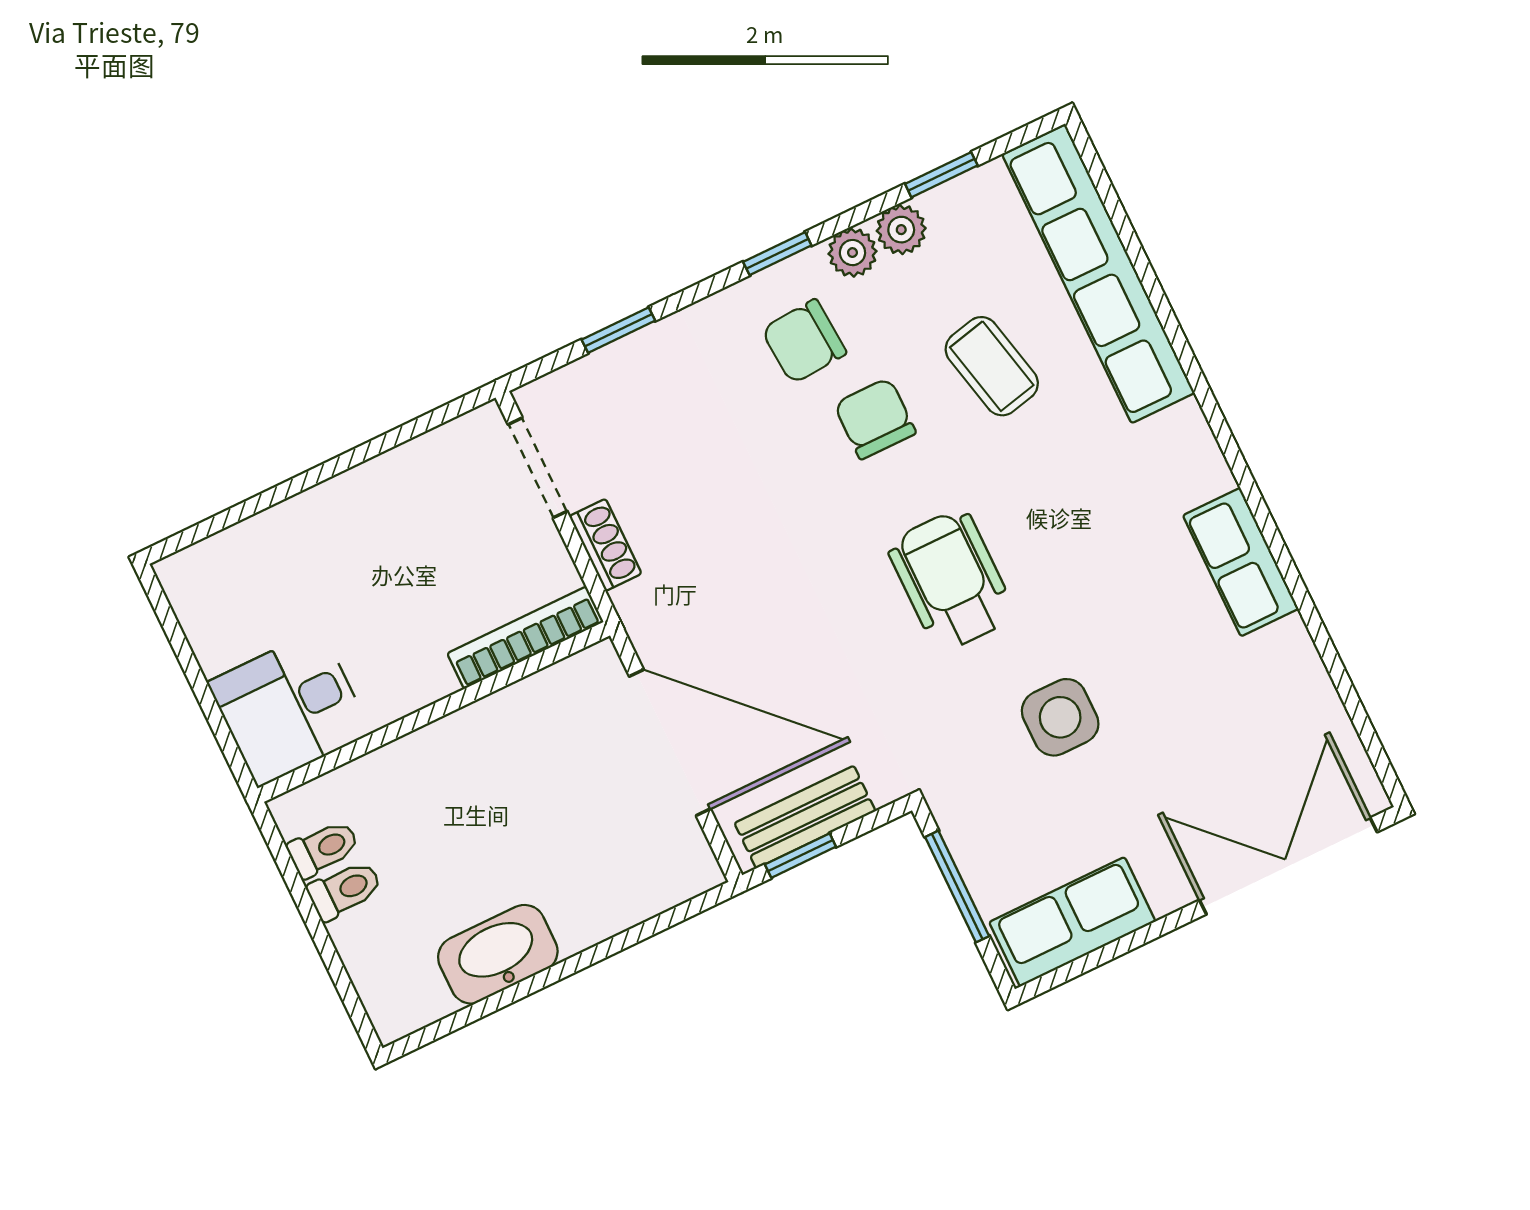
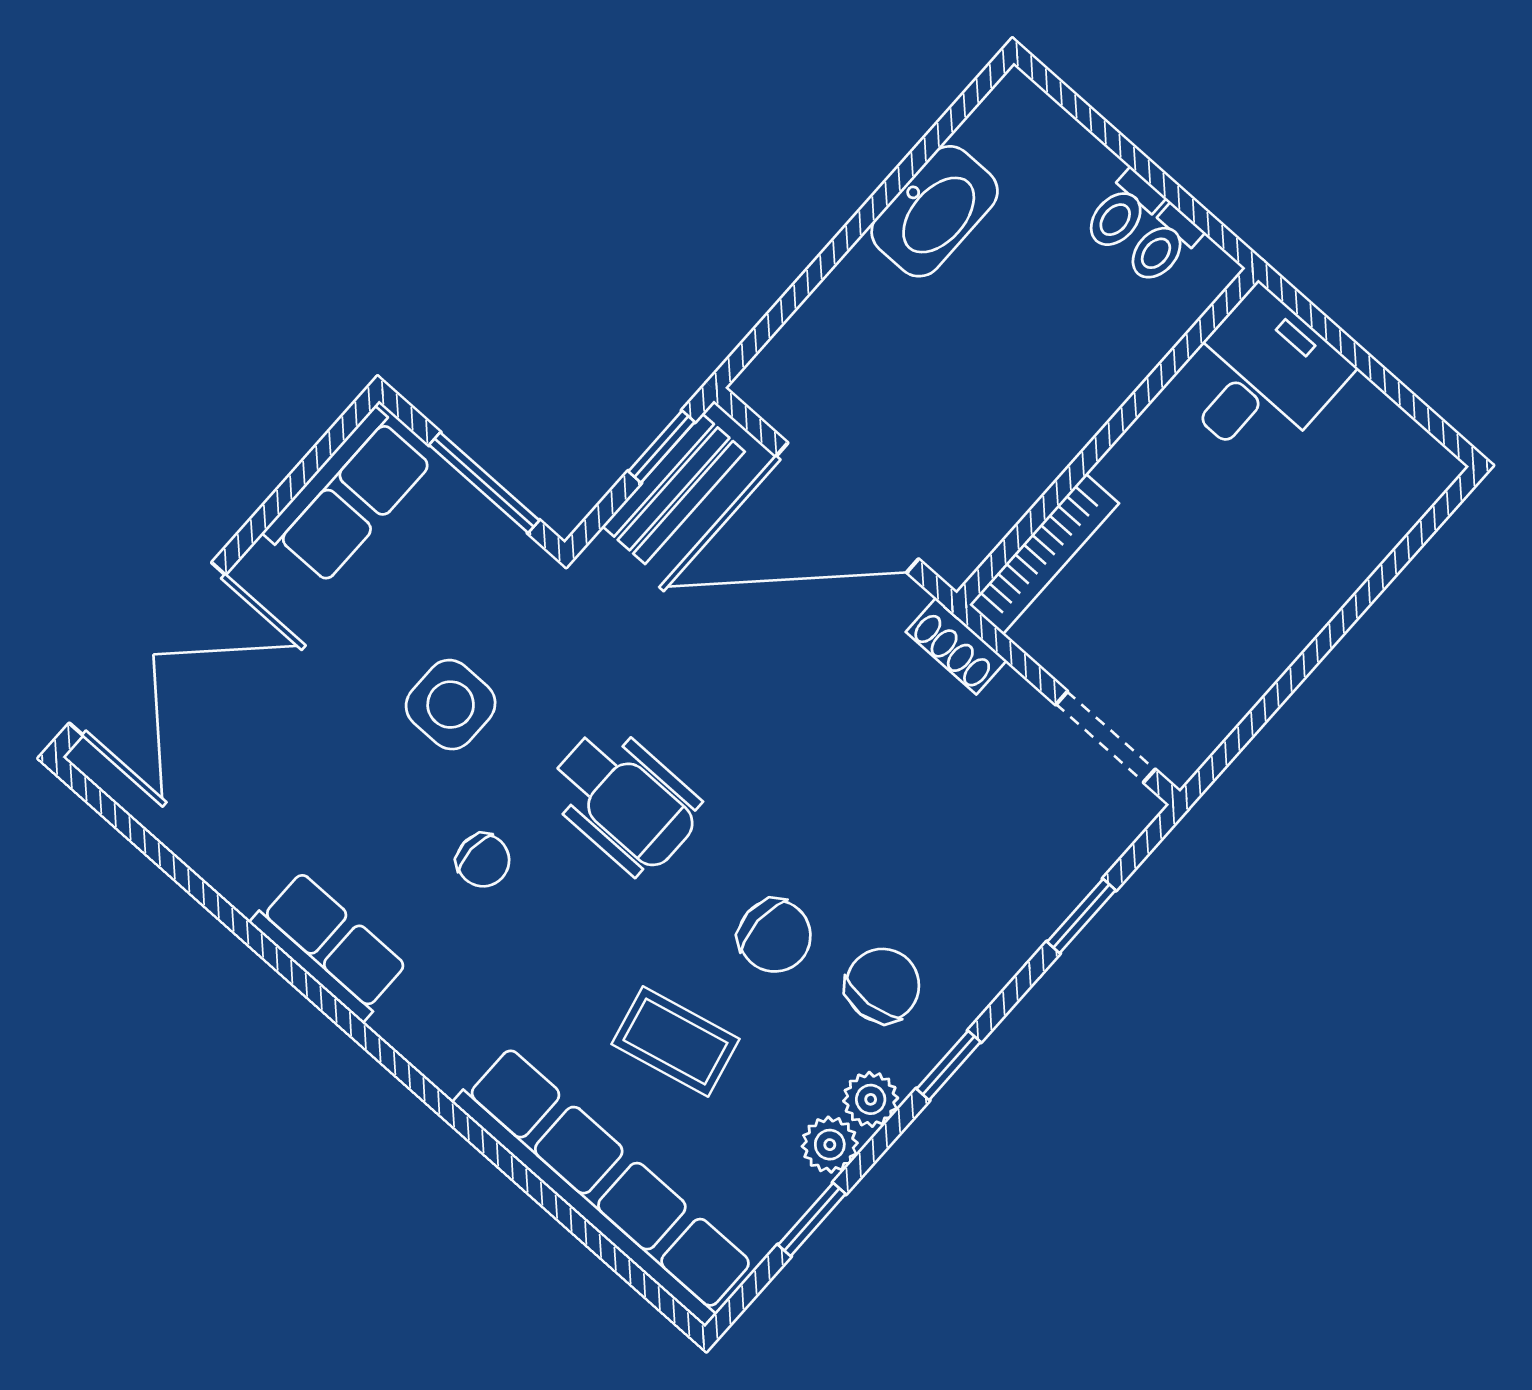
shoe rack: (605, 545) -> (956, 646), moved
chair: (1087, 579) -> (483, 860), added

